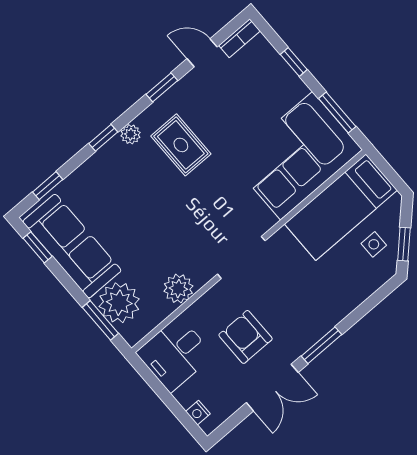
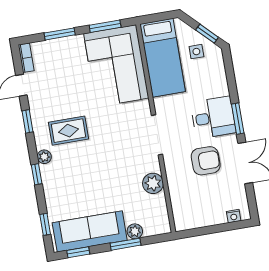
window: (294, 62) -> (60, 34), width x1.50
plant: (119, 303) -> (135, 231), width x0.53, depth x0.53
window: (100, 320) -> (125, 244), moved
armchair: (246, 337) -> (206, 161), turned 180
desk: (175, 354) -> (213, 118), moved, turned -90

